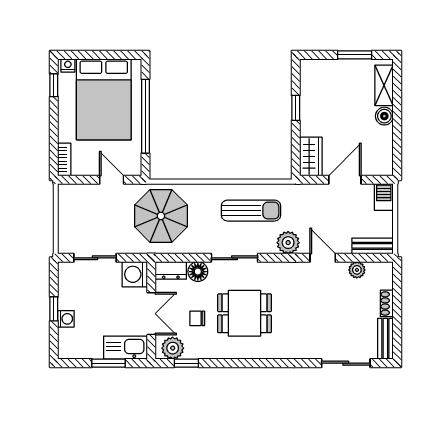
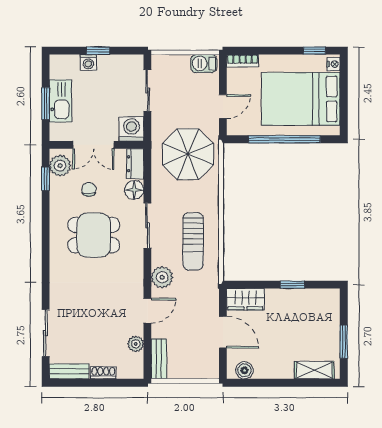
boiler: (384, 116) -> (244, 370), moved
barbecue: (384, 197) -> (204, 63), moved, turned 180
dining table: (245, 313) -> (94, 235), turned 90
kitchen sink: (126, 348) -> (60, 101), moved

